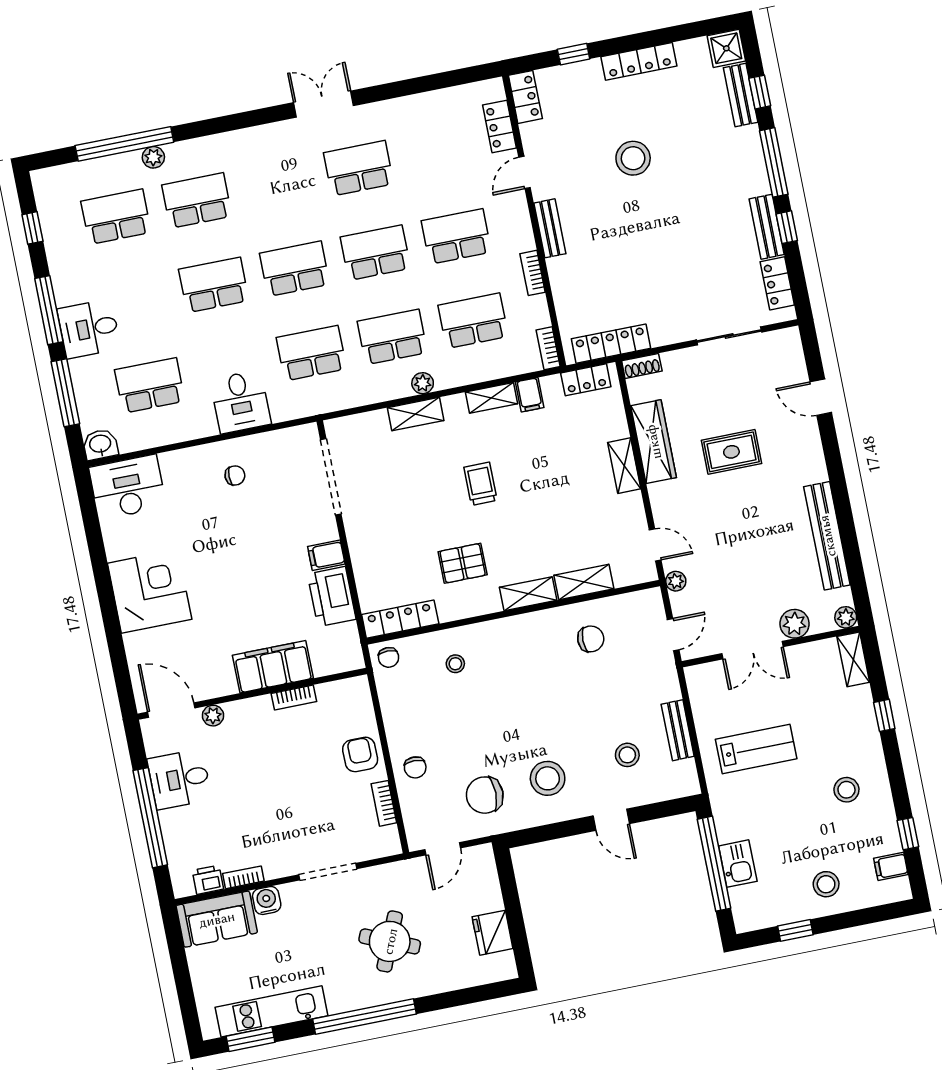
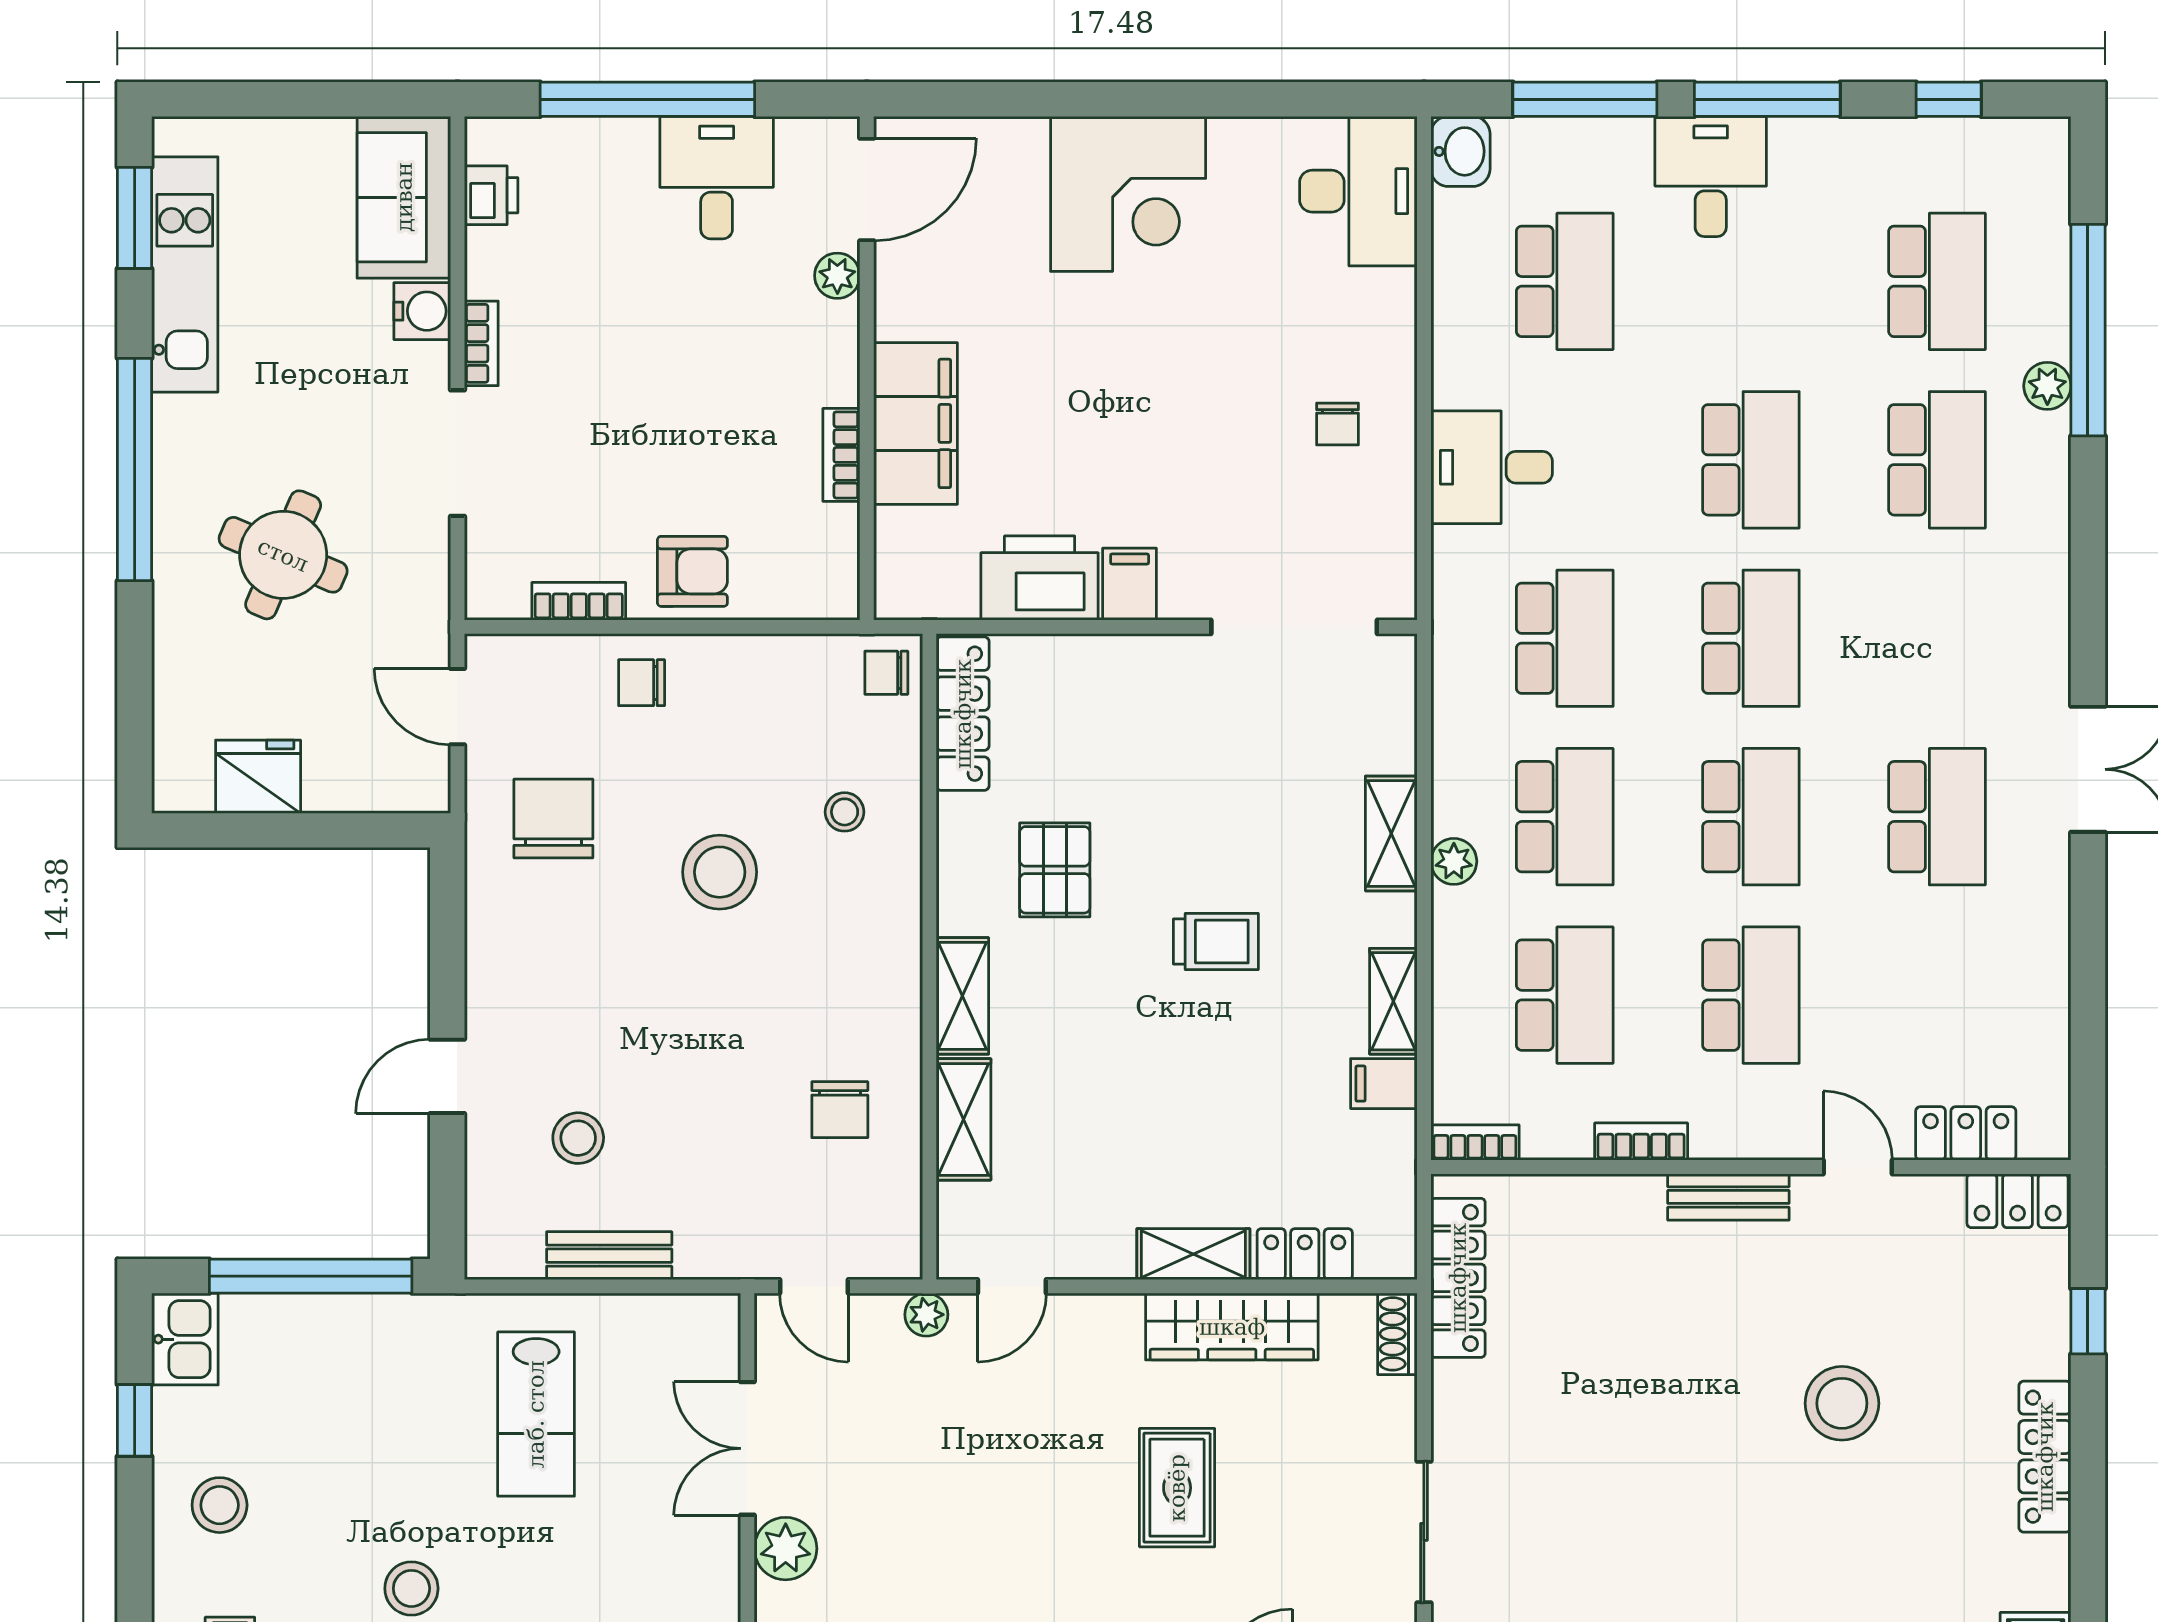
locker: (586, 380) -> (1305, 1254), moved, turned 90
stool: (548, 778) -> (720, 872), moved
kitchen sink: (738, 864) -> (185, 1339), moved, turned -90
bookcase: (243, 877) -> (481, 343), moved

